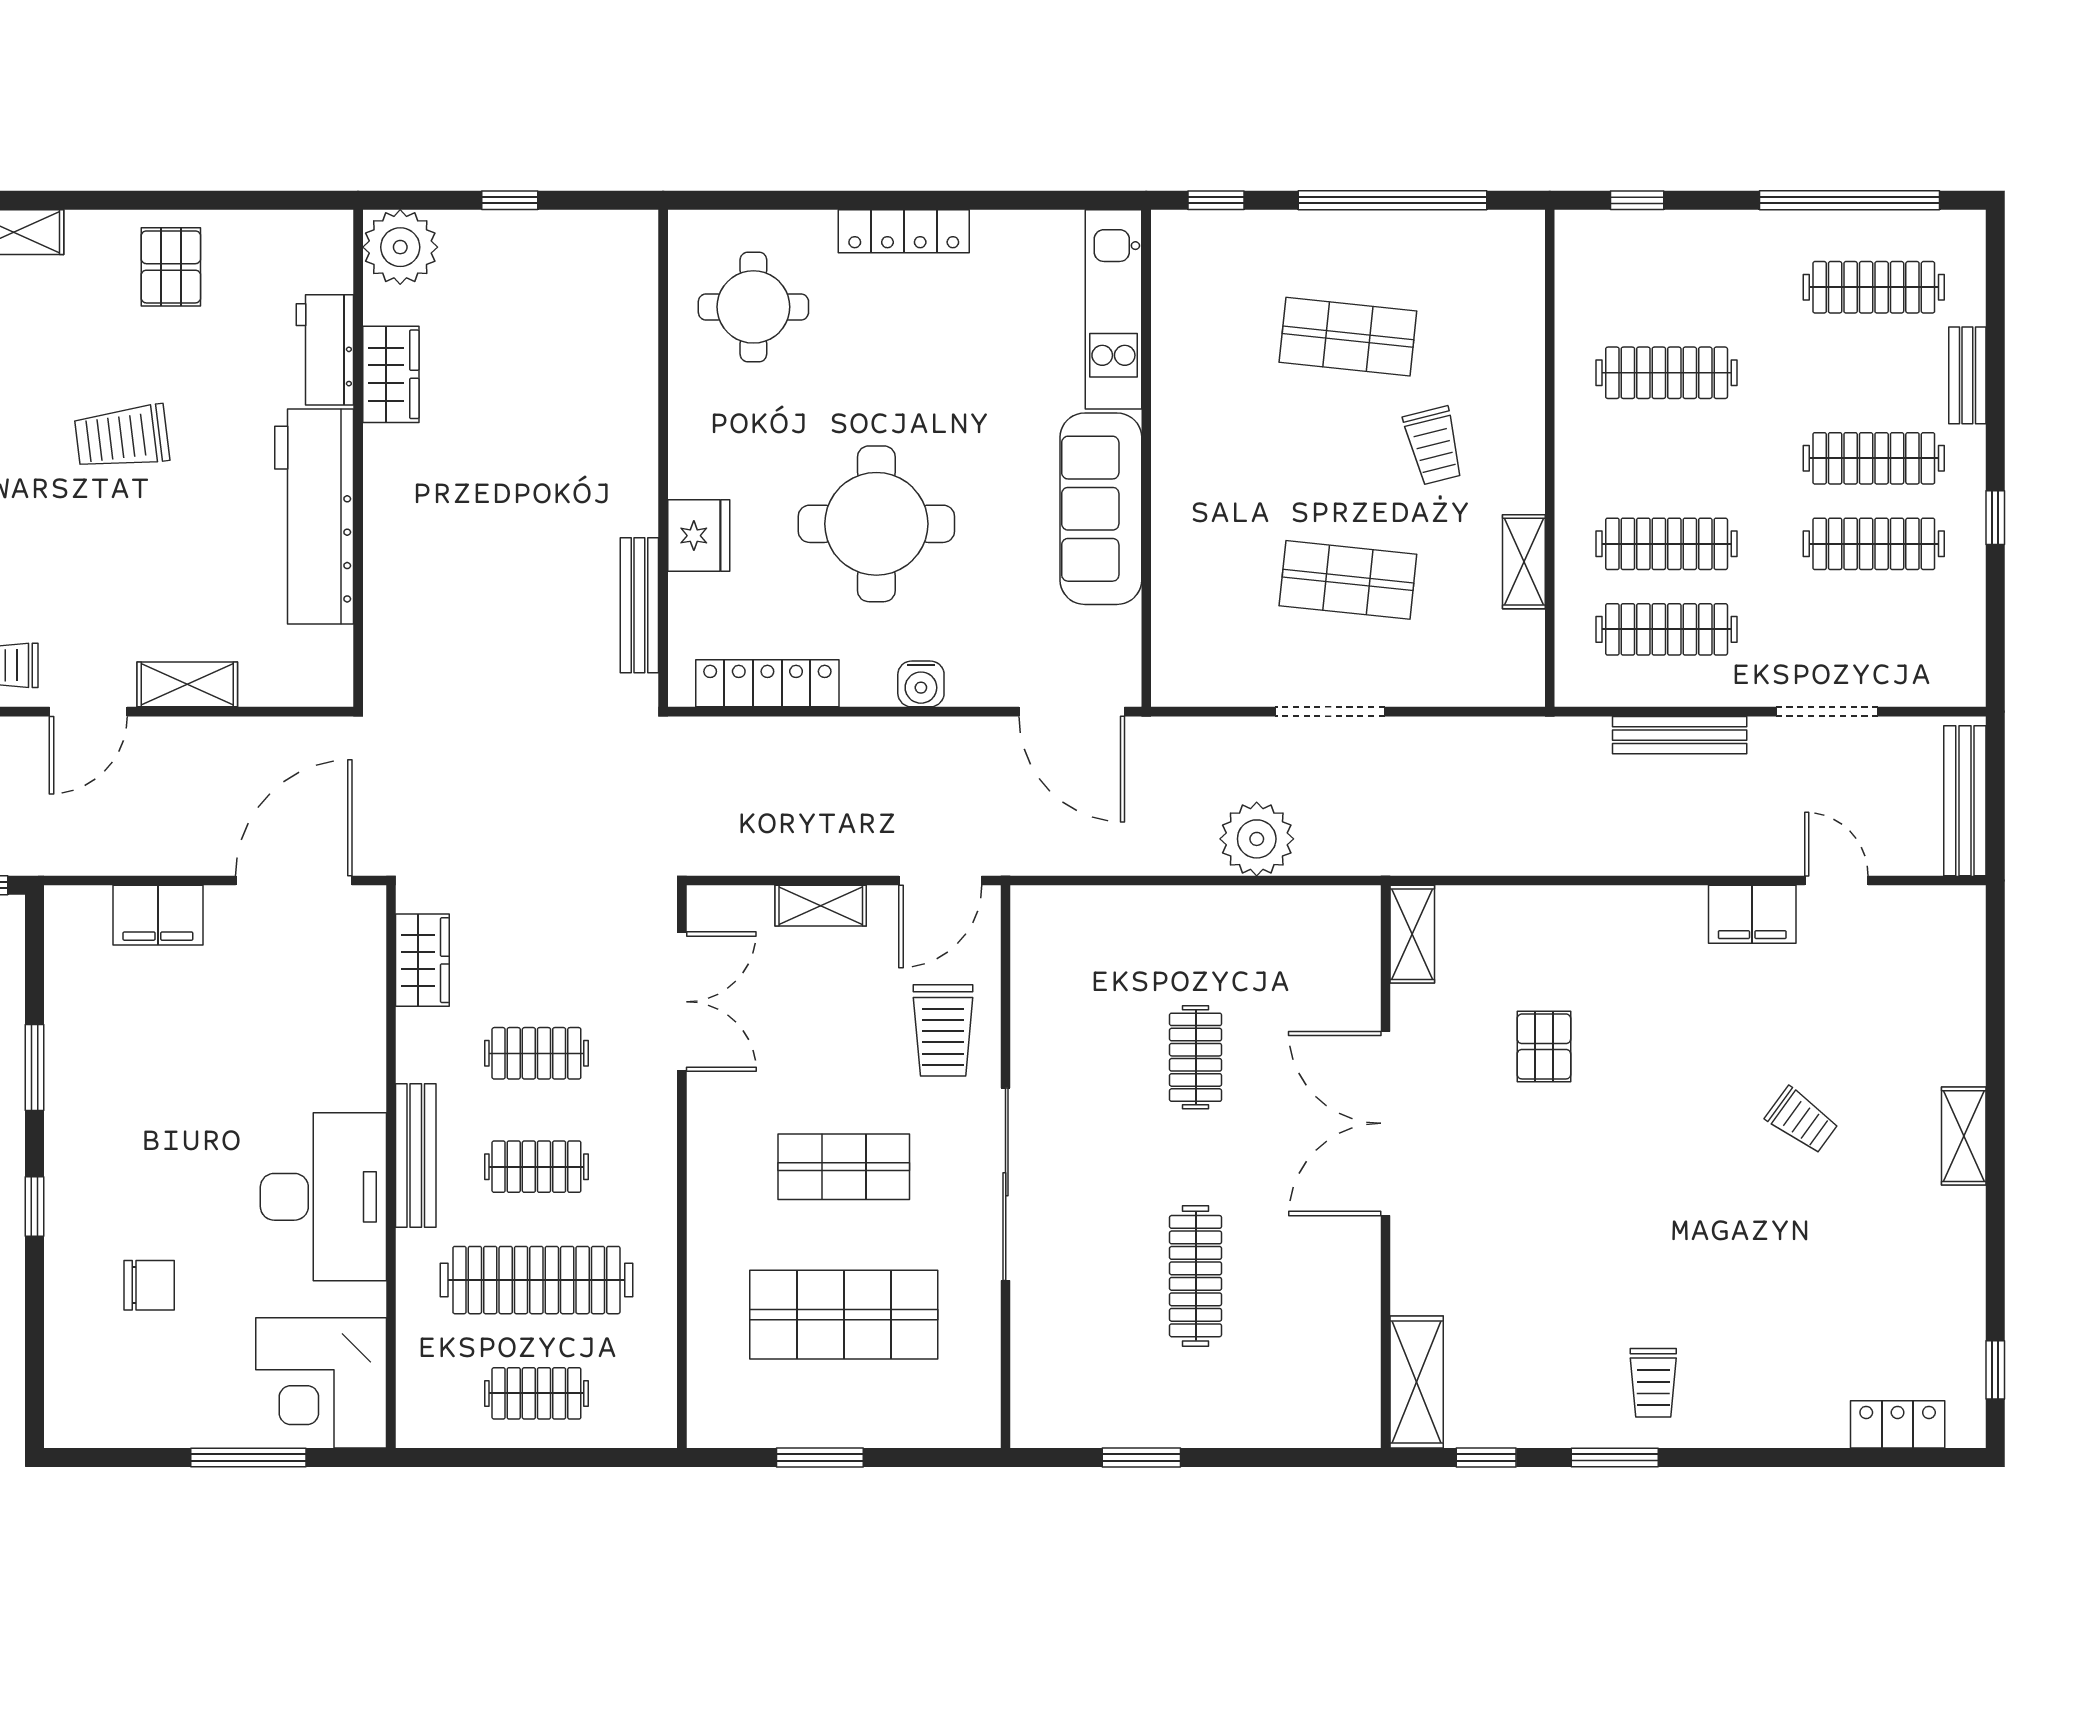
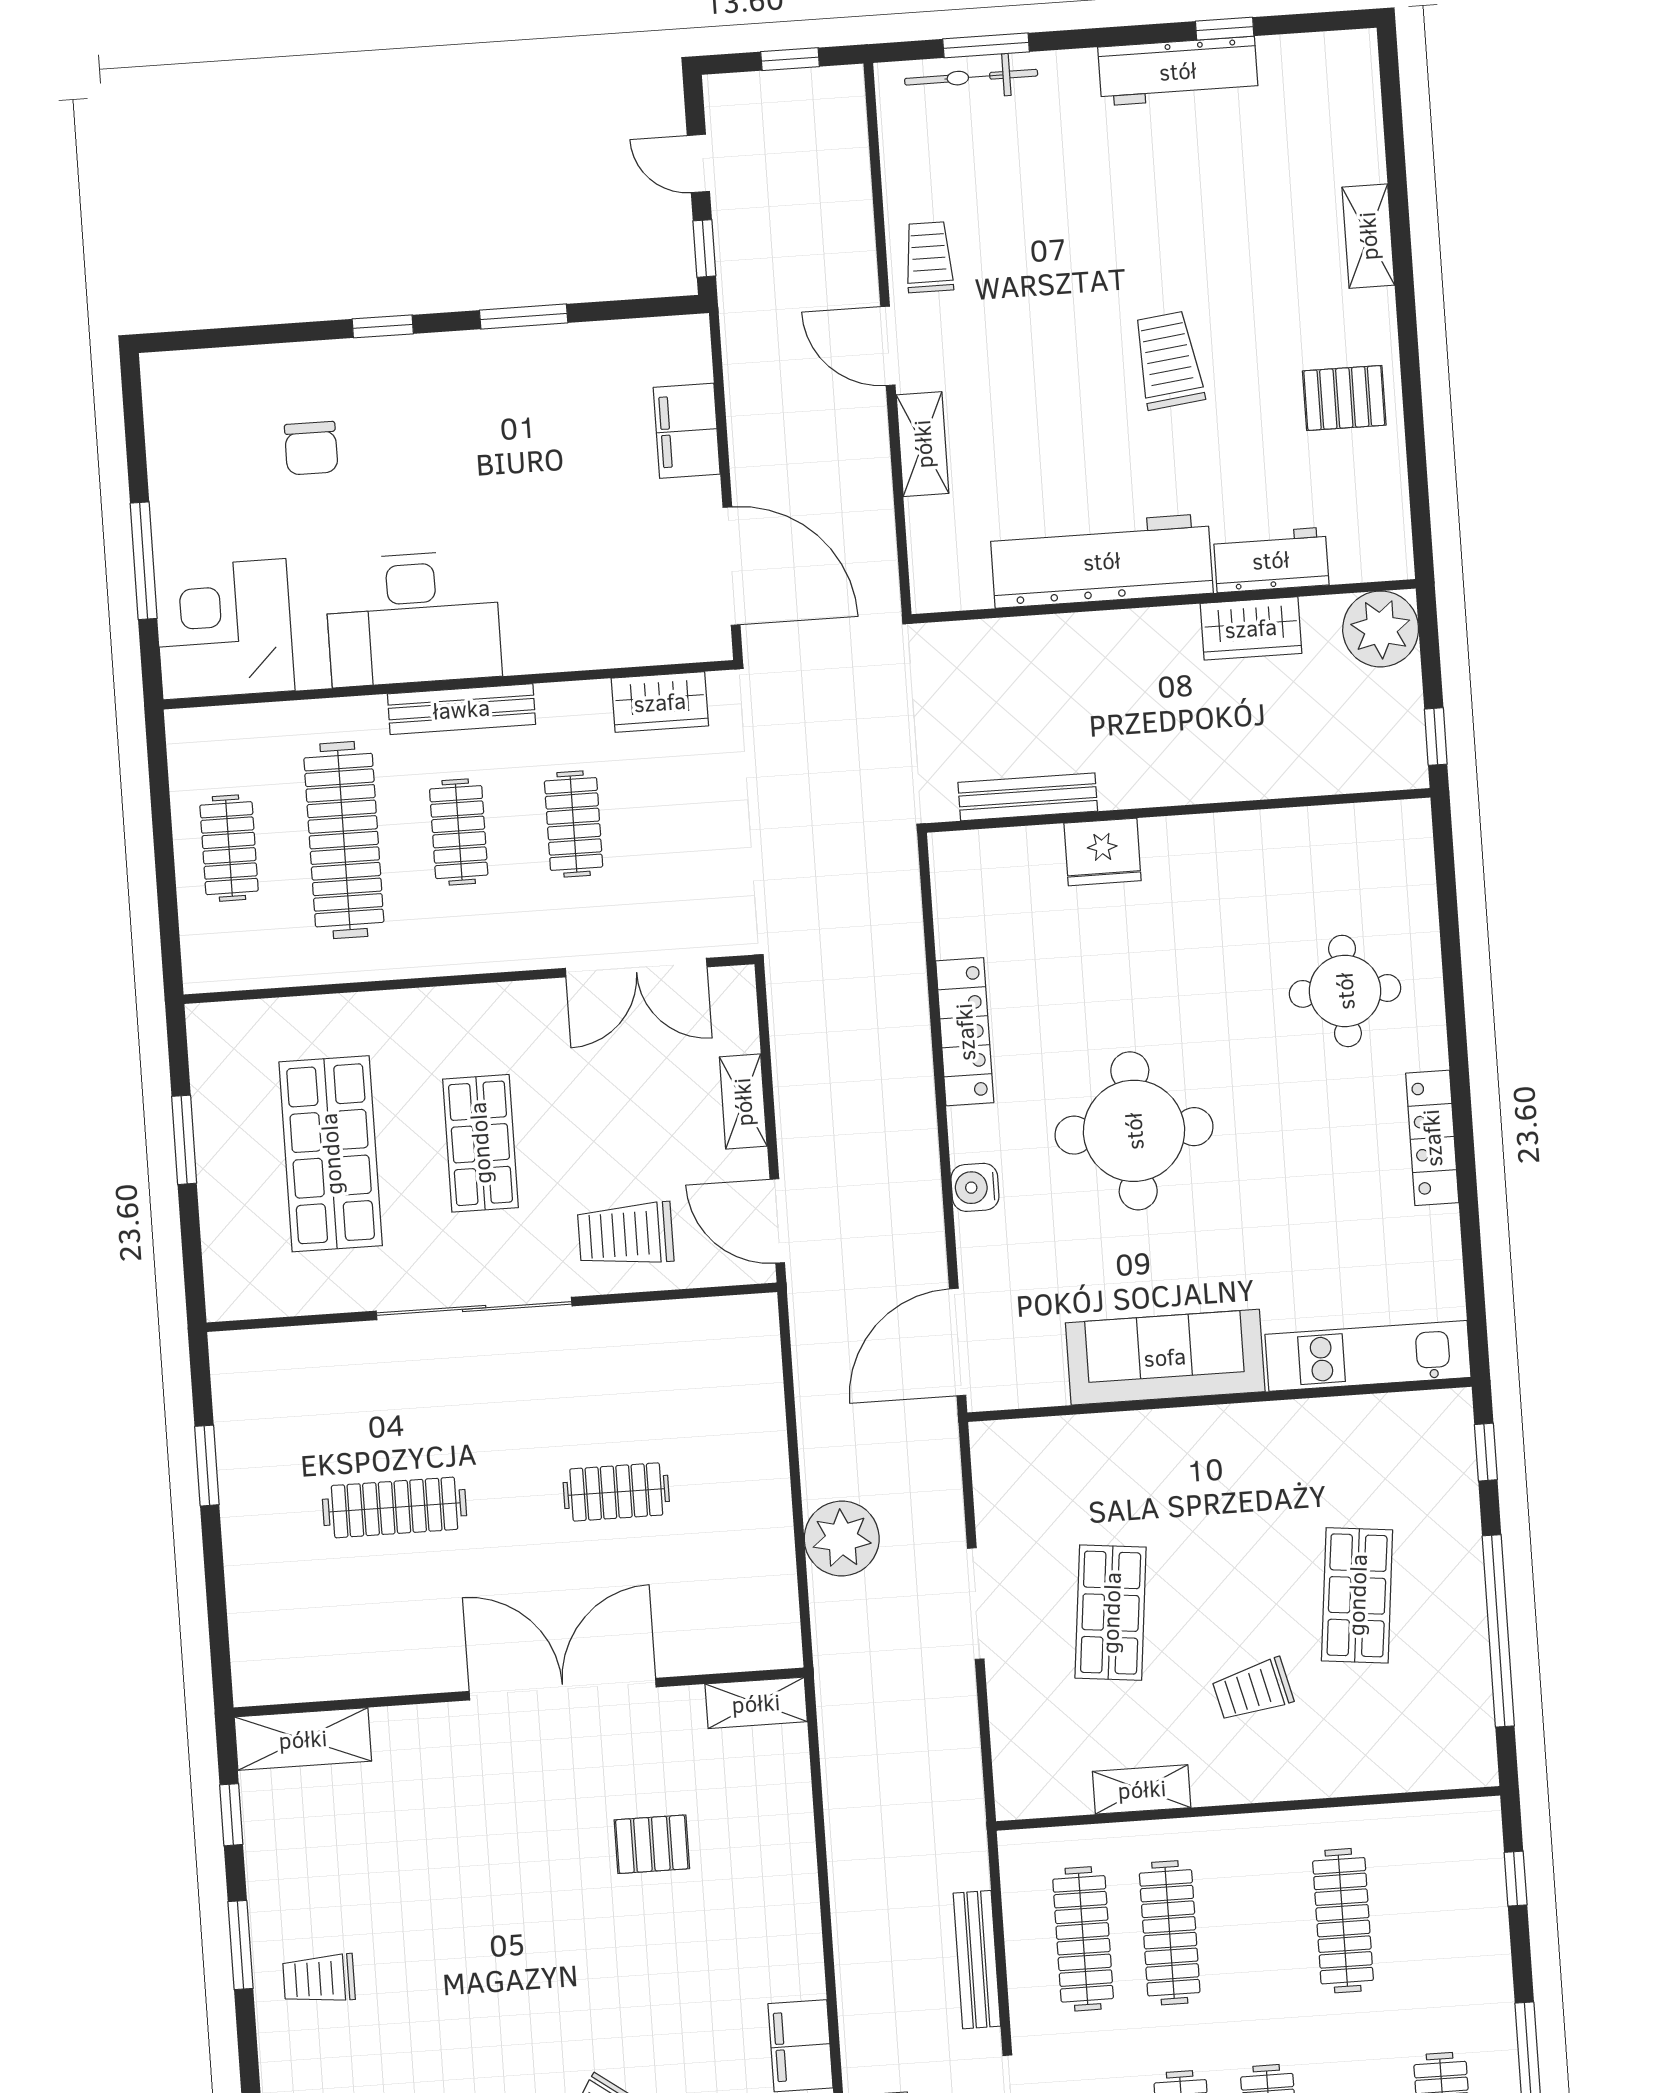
wall: (663, 458) -> (1178, 810), moved
fridge: (699, 536) -> (1103, 852), moved
bench: (639, 605) -> (1028, 797), moved

